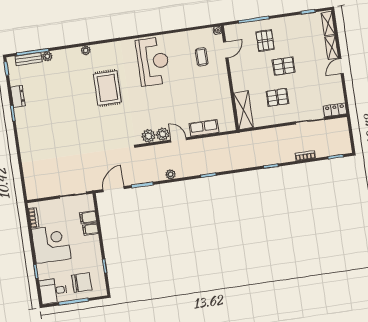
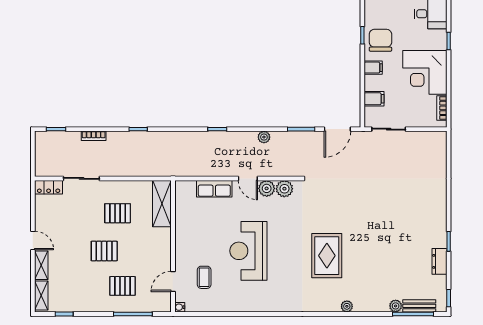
pallet: (265, 41) -> (123, 286), turned 90
reception desk: (153, 61) -> (248, 251), moved
door: (341, 66) -> (33, 240), hinge flipped
filing cabinet: (91, 229) -> (373, 68), moved
chair: (82, 282) -> (380, 40), moved, turned 90

